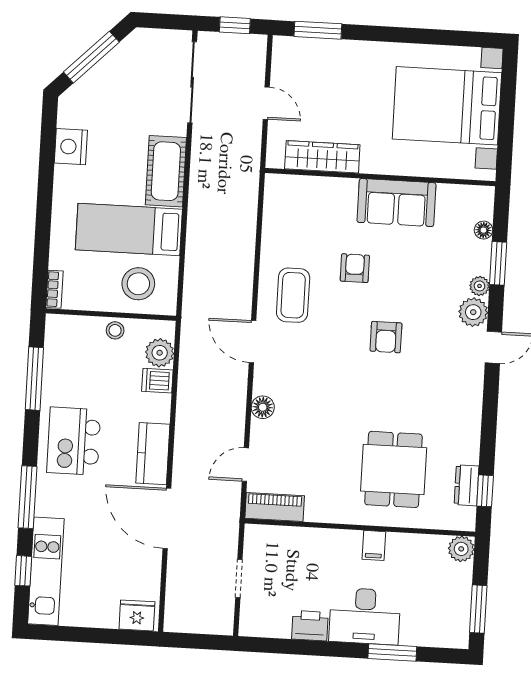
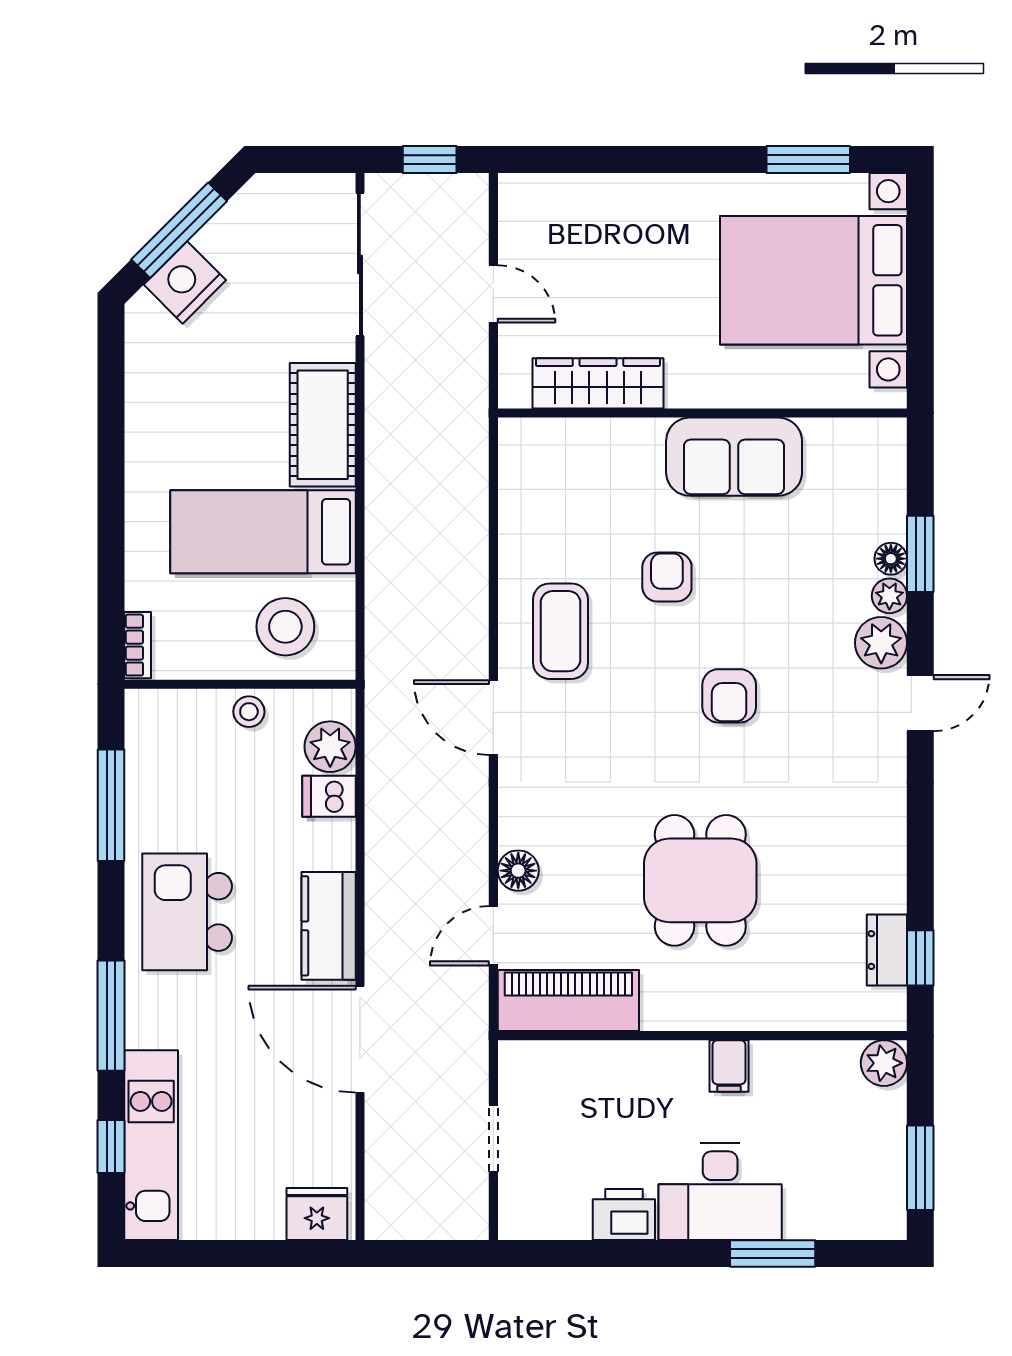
window: (318, 30) -> (808, 160), moved
nightstand: (71, 147) -> (185, 282), moved, turned 45
floor lamp: (483, 230) -> (891, 559), moved
floor lamp: (263, 407) -> (518, 871), moved
dining table: (394, 469) -> (700, 880), moved
piano: (275, 507) -> (568, 1000), width x1.37, depth x1.33

